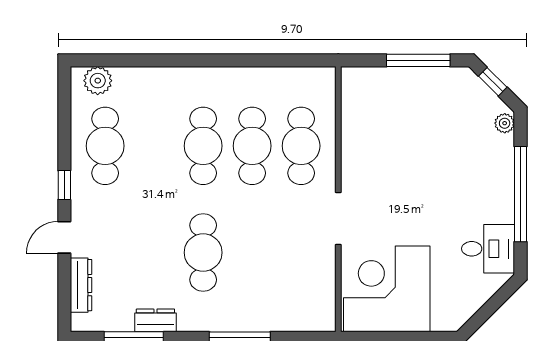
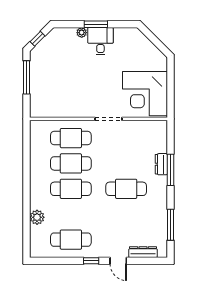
plant: (98, 81) -> (37, 217), moved
plant: (505, 123) -> (82, 33), moved
window: (520, 194) -> (96, 24), width x0.47
desk: (488, 249) -> (100, 41), moved
dresser: (155, 320) -> (161, 164), moved

